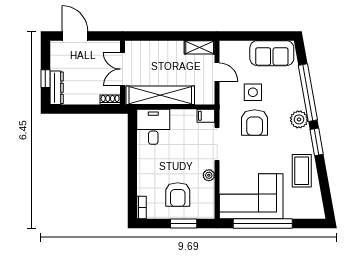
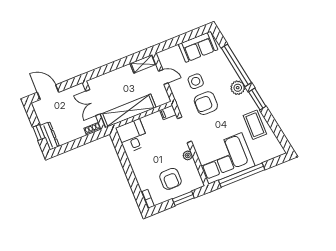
armchair: (255, 123) -> (206, 103), turned 90

